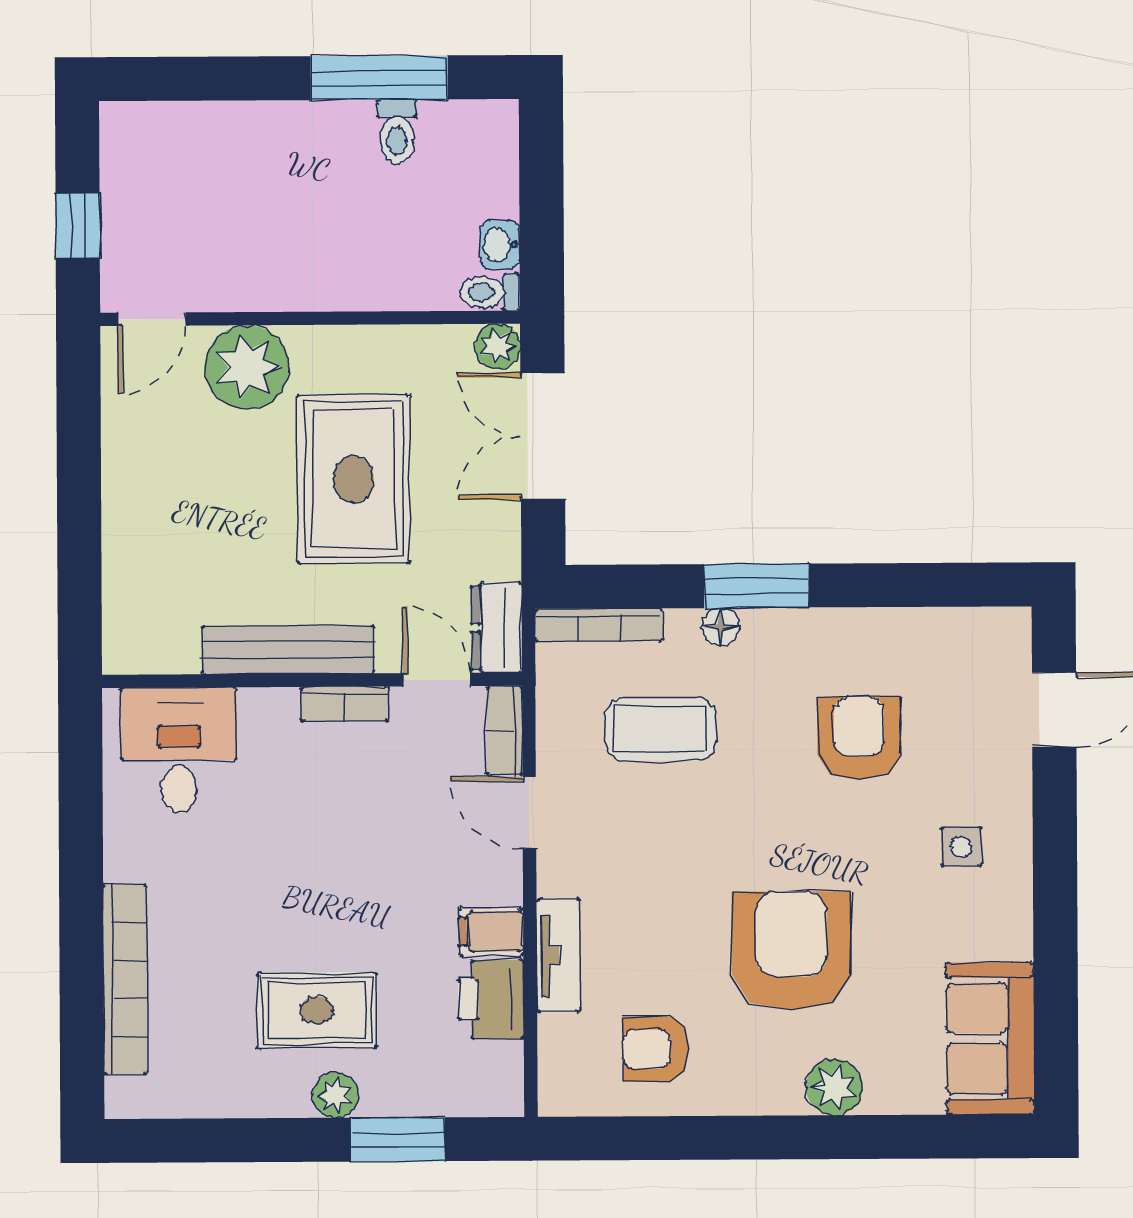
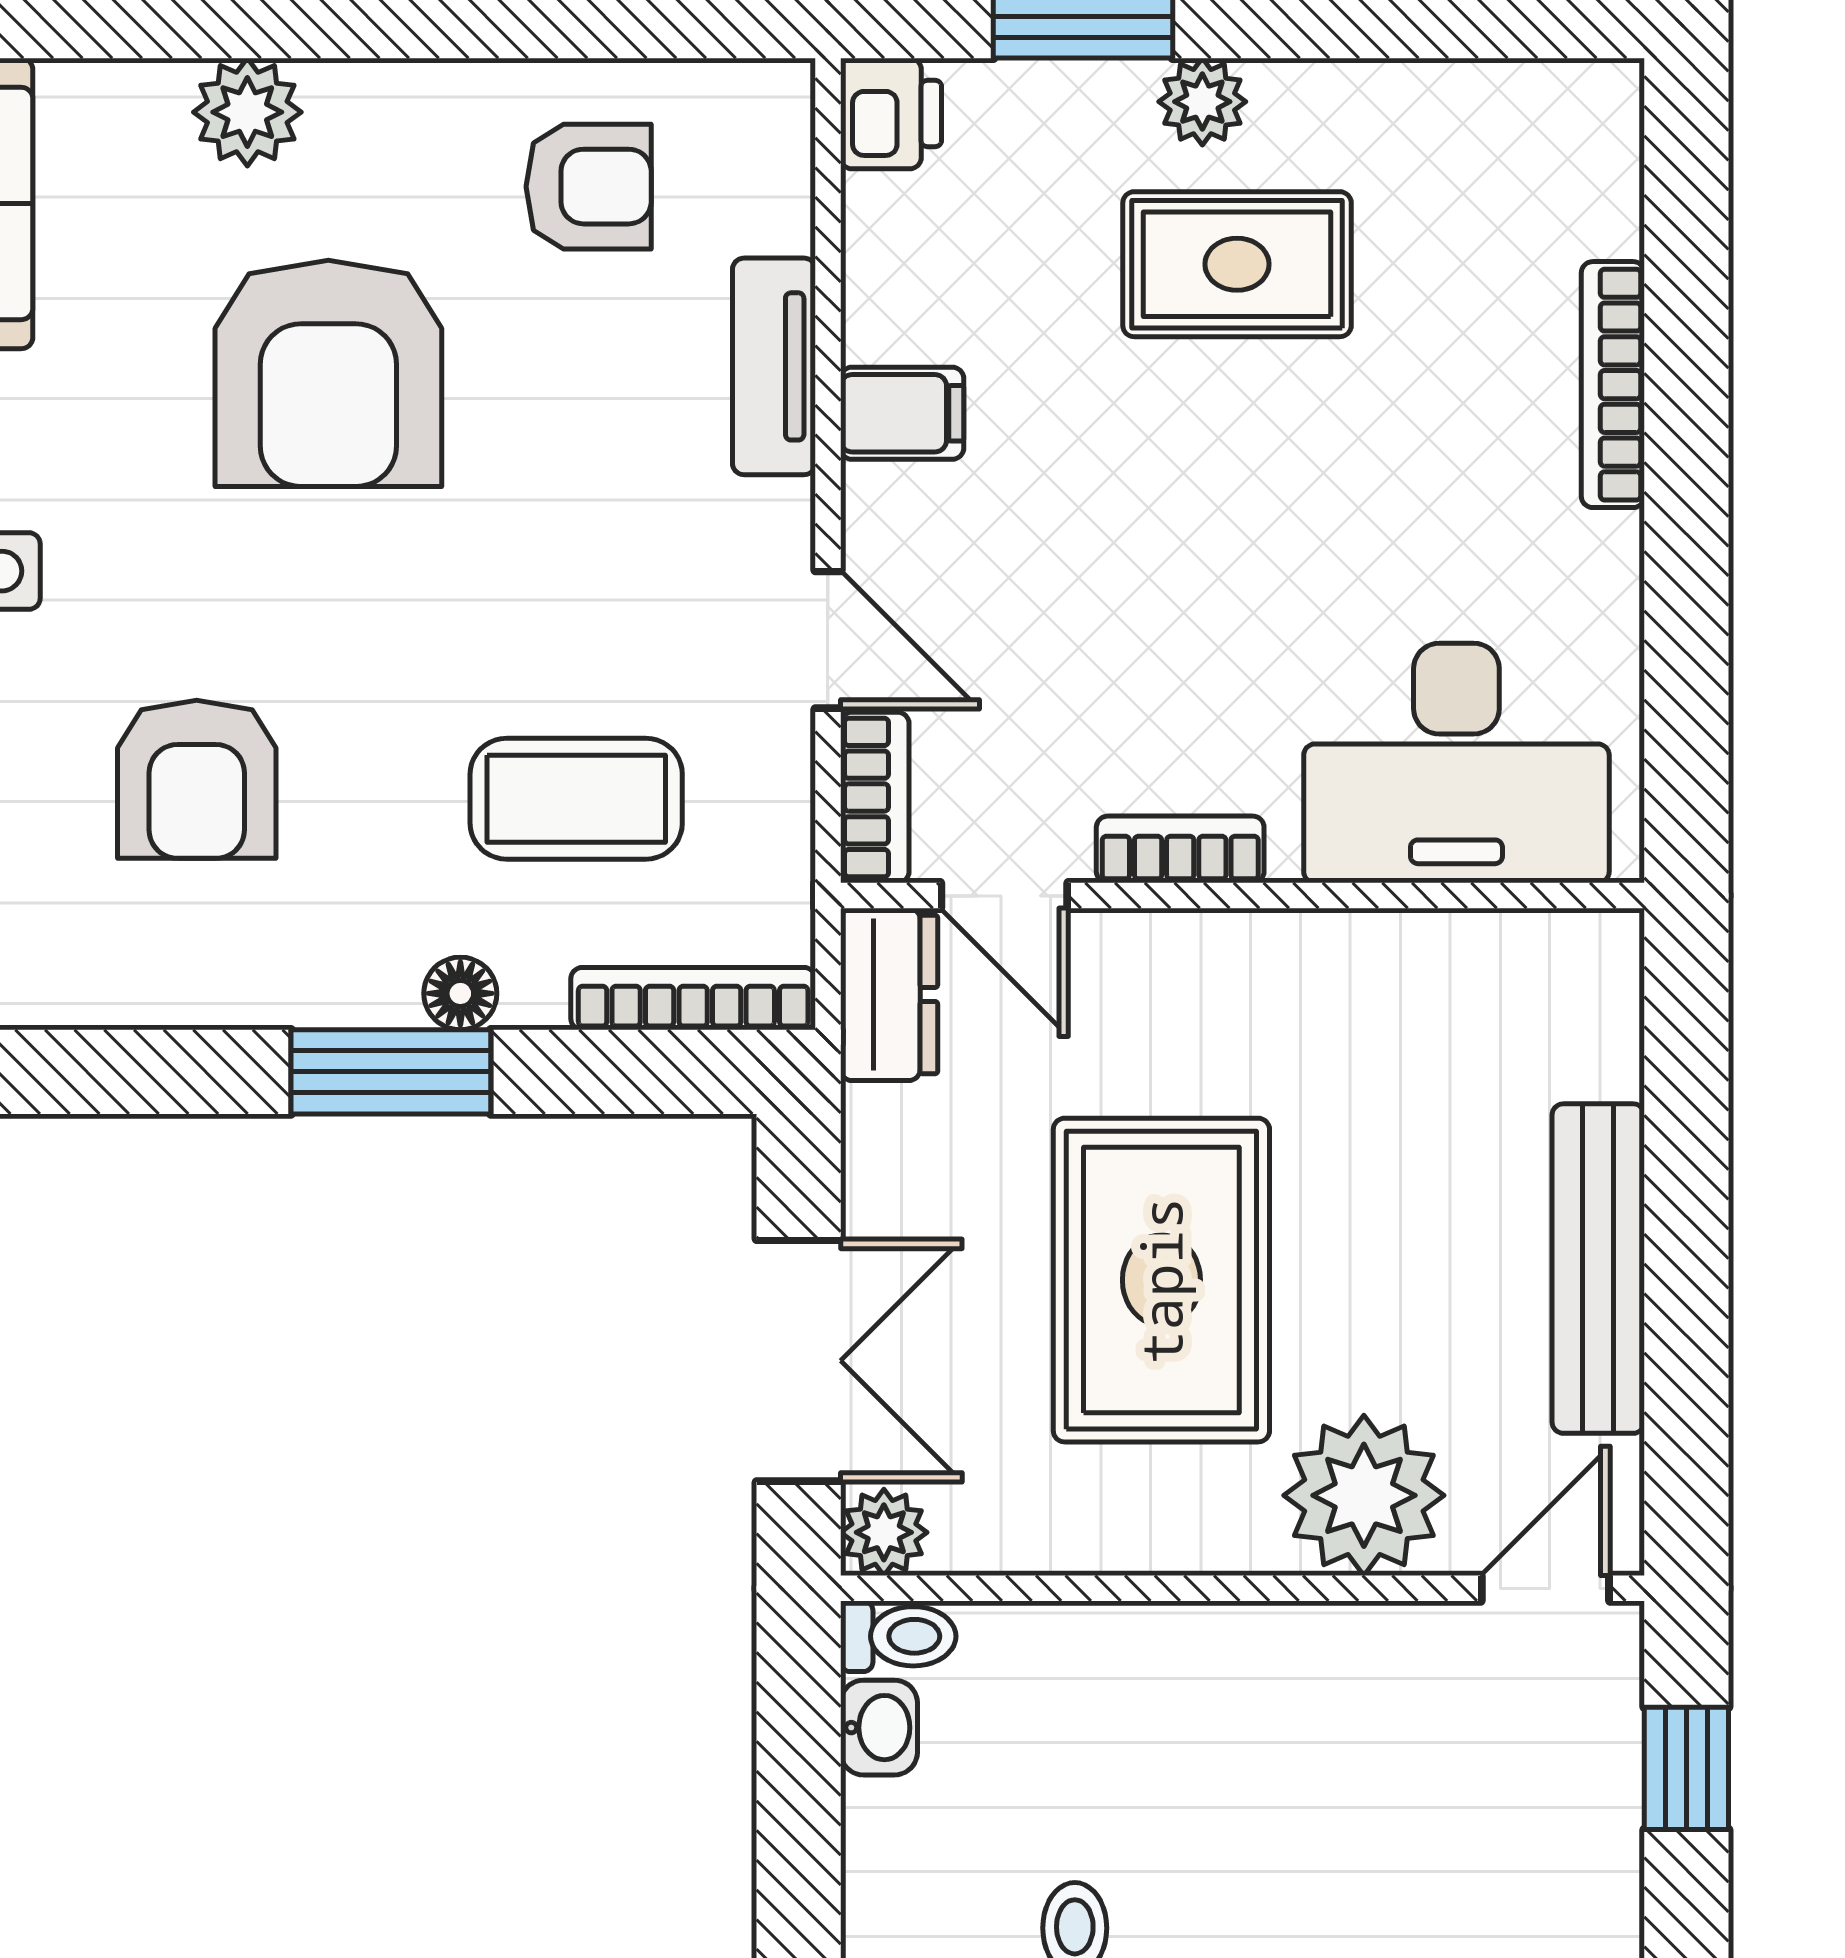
bench: (288, 650) -> (1598, 1269), moved, turned 90
desk: (179, 750) -> (1456, 763), width x1.37
bookcase: (125, 979) -> (1613, 385), width x0.68, depth x0.76
printer: (491, 999) -> (891, 113), moved, width x0.73, depth x0.81

